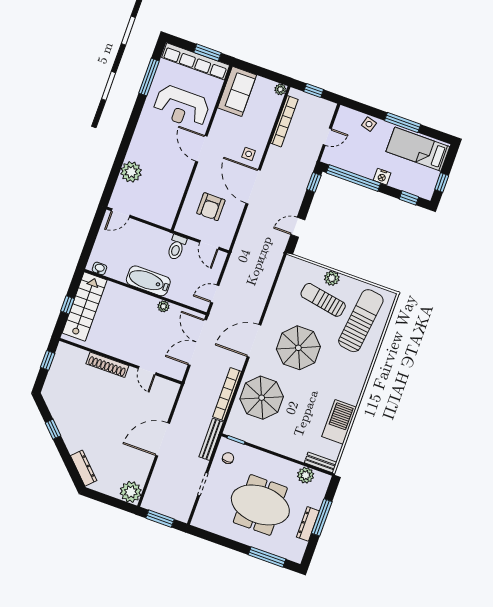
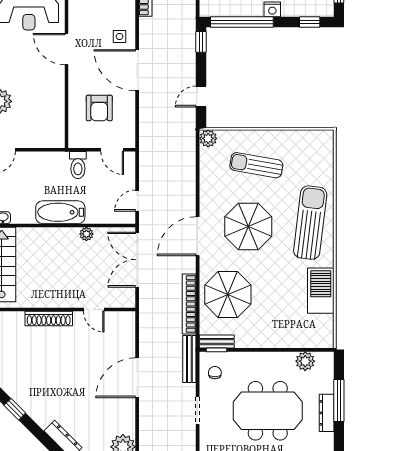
plant: (332, 278) -> (208, 138), moved
sun lounger: (361, 321) -> (310, 223), moved
bench: (321, 462) -> (217, 342), moved

